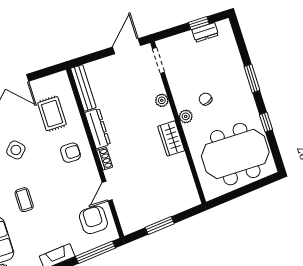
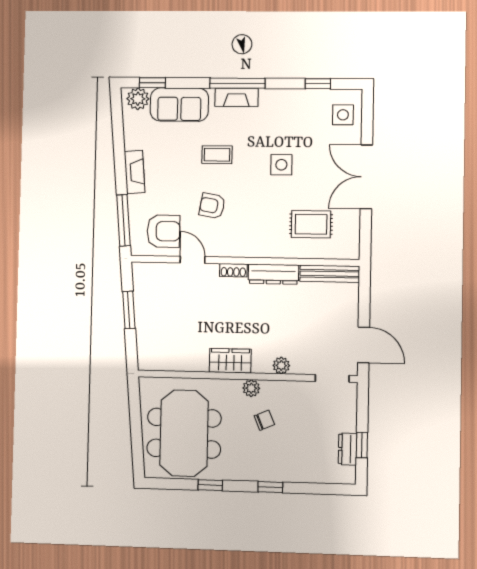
window: (252, 78) -> (270, 487), width x0.67
side table: (16, 150) -> (281, 165), turned 45
armchair: (71, 153) -> (212, 206), moved, turned 100

